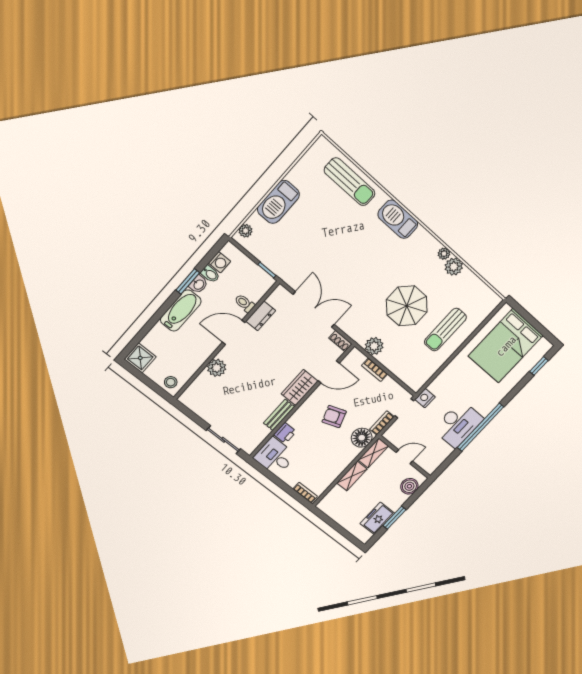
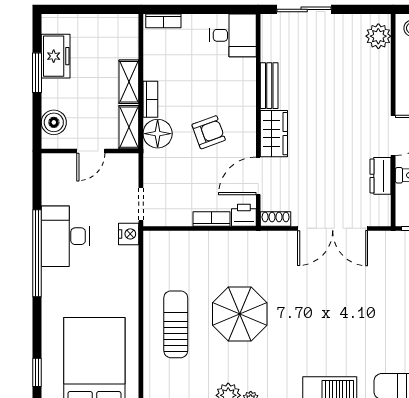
plant: (374, 346) -> (235, 243), removed
plant: (217, 368) -> (378, 36), moved
bookcase: (382, 423) -> (150, 99), moved
printer: (285, 433) -> (244, 215), moved, turned 90

